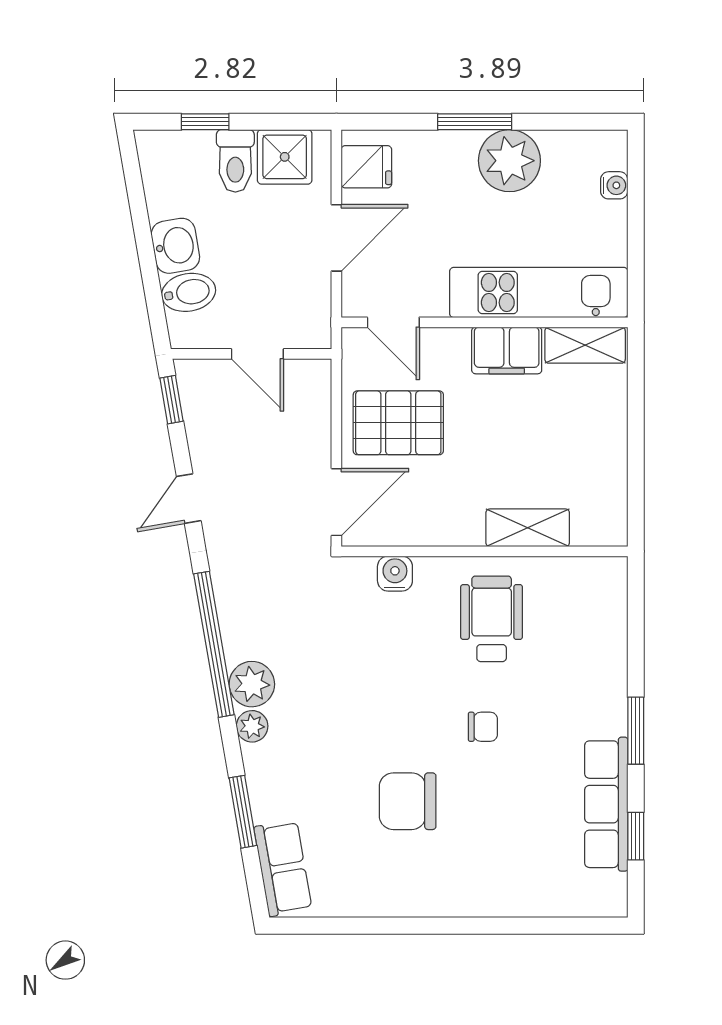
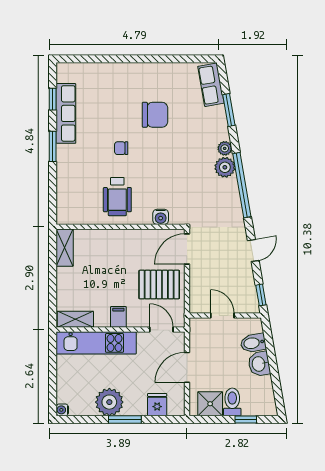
fridge: (366, 167) -> (157, 405), moved, turned 90
water cooler: (614, 185) -> (62, 410), moved
filing cabinet: (507, 350) -> (118, 317), width x0.50
shelving: (528, 528) -> (65, 248), moved, turned 90

